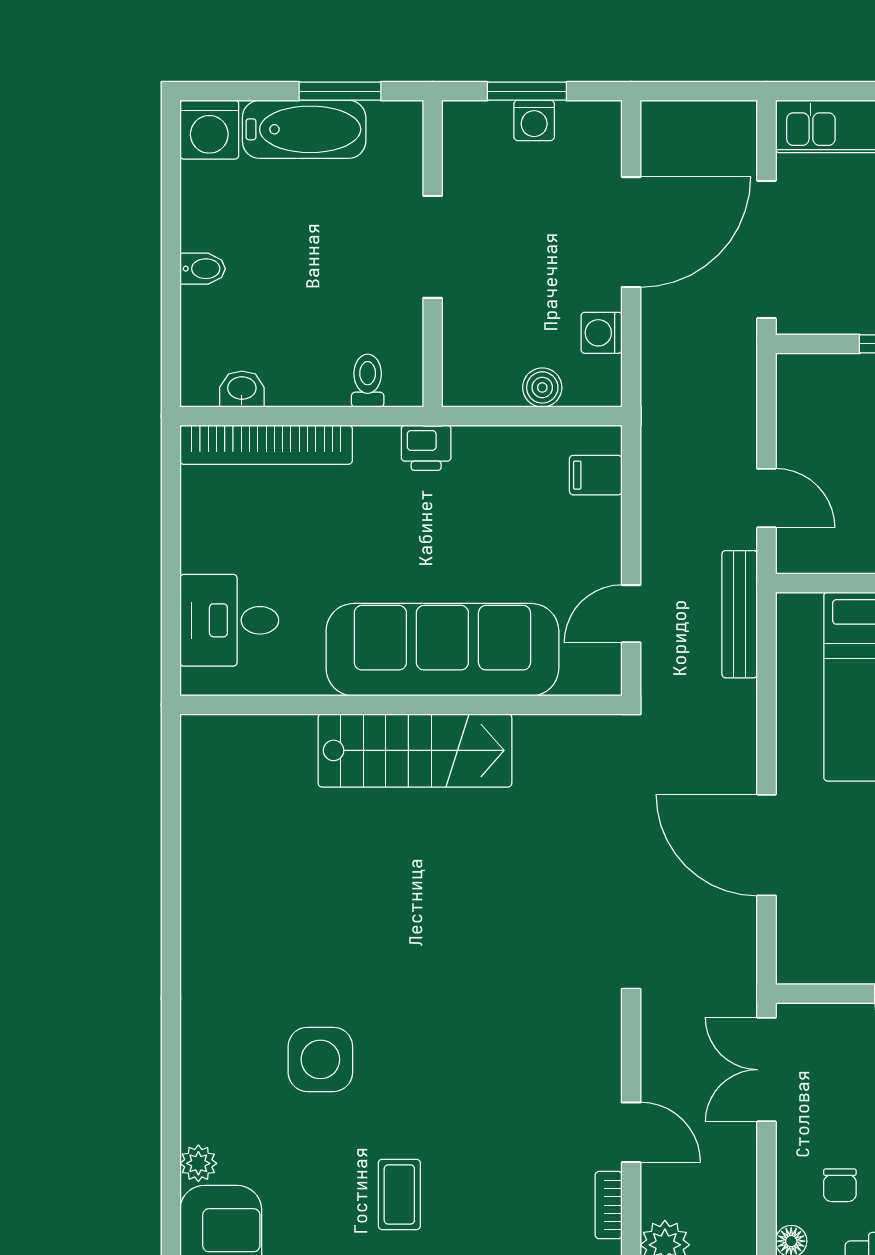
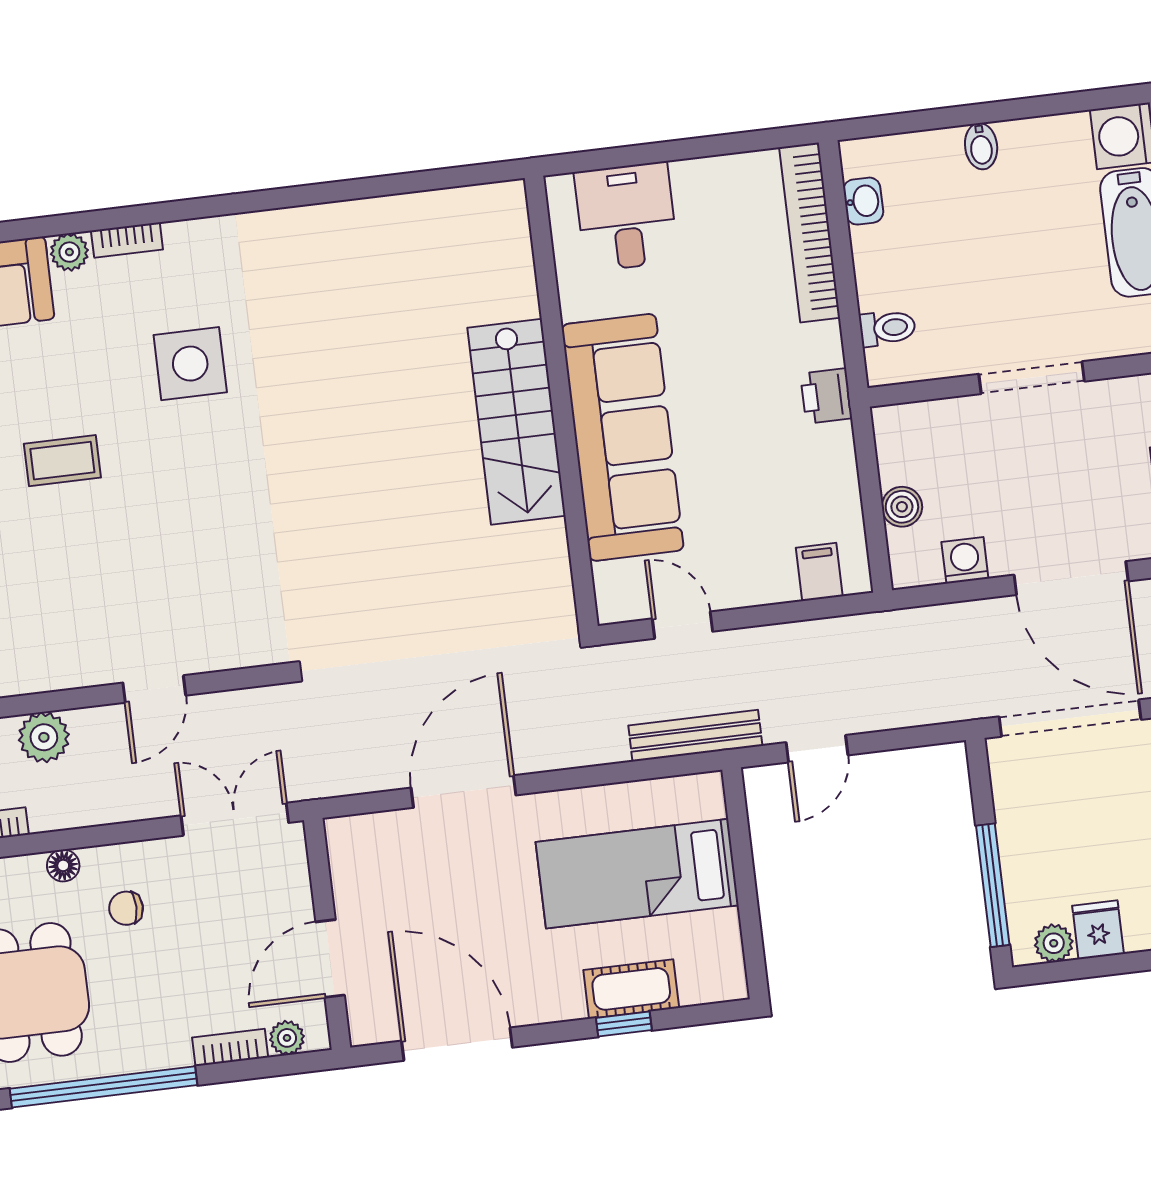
bookcase: (609, 1205) -> (127, 240), moved, turned 180

